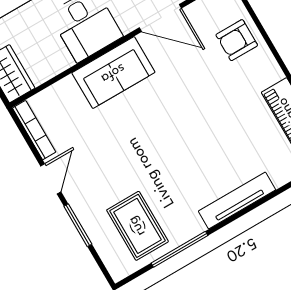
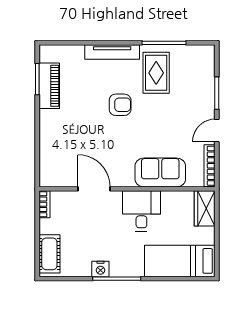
armchair: (237, 40) -> (120, 105), moved
sofa: (113, 73) -> (160, 172), moved
rug: (137, 226) -> (156, 73), moved

